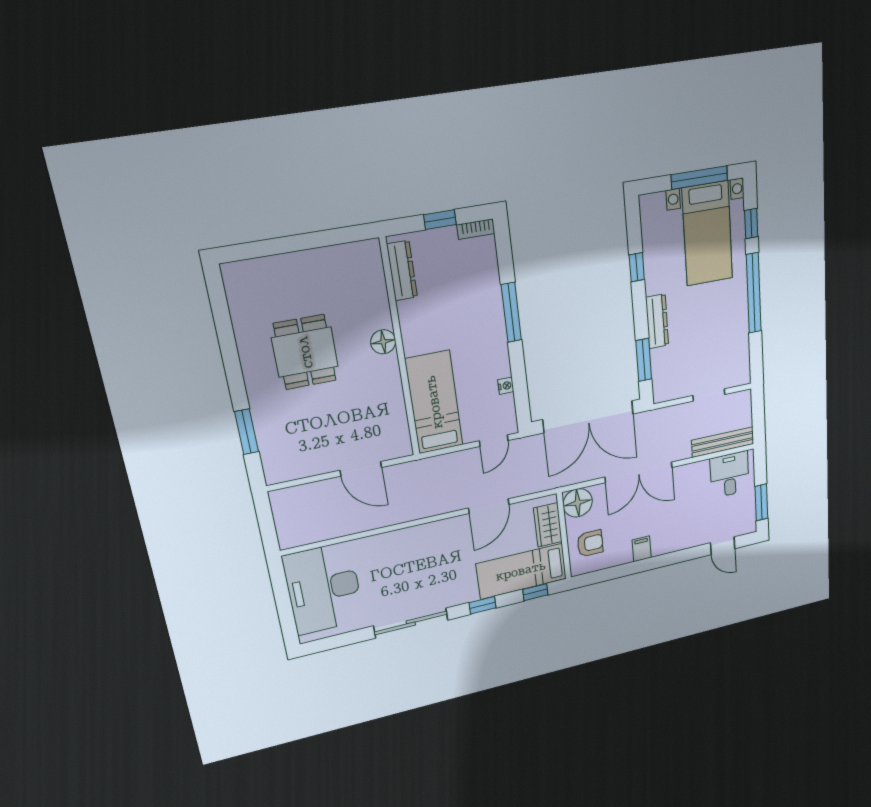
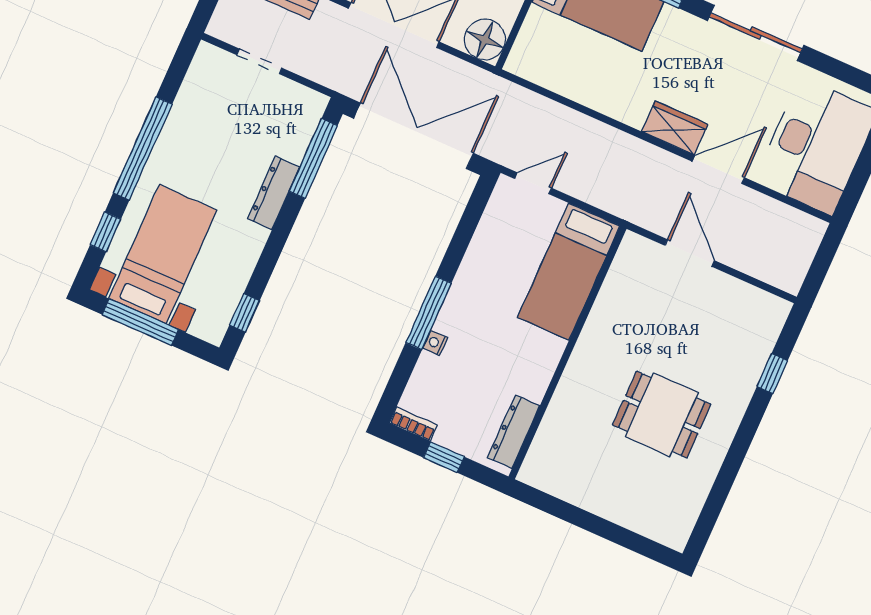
window: (637, 267) -> (245, 313), moved
floor lamp: (383, 342) -> (579, 372), removed
dining table: (305, 352) -> (662, 415), turned 90
window: (644, 360) -> (313, 158), width x1.44
nightstand: (506, 386) -> (435, 343), moved
window: (247, 432) -> (772, 374), width x0.67
door: (489, 506) -> (718, 170), moved
wardrobe: (548, 525) -> (675, 128), moved, turned -90

